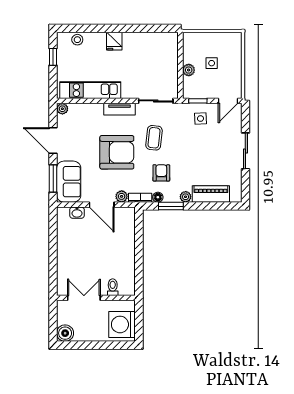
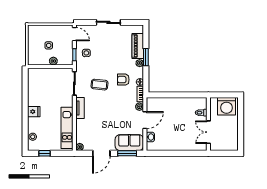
armchair: (117, 152) -> (109, 110), removed
window: (171, 206) -> (146, 57), moved
boiler: (65, 333) -> (232, 145), removed

